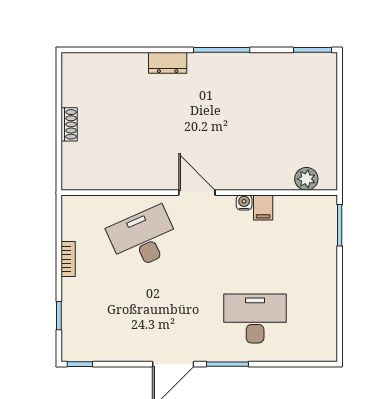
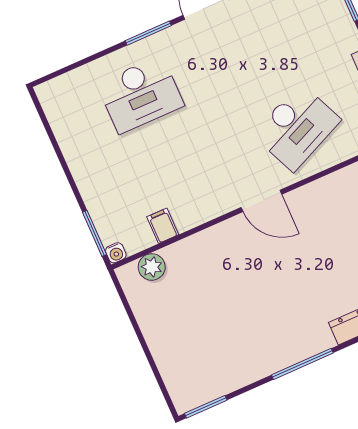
water cooler: (244, 203) -> (116, 253), moved
filing cabinet: (263, 207) -> (163, 226), moved

